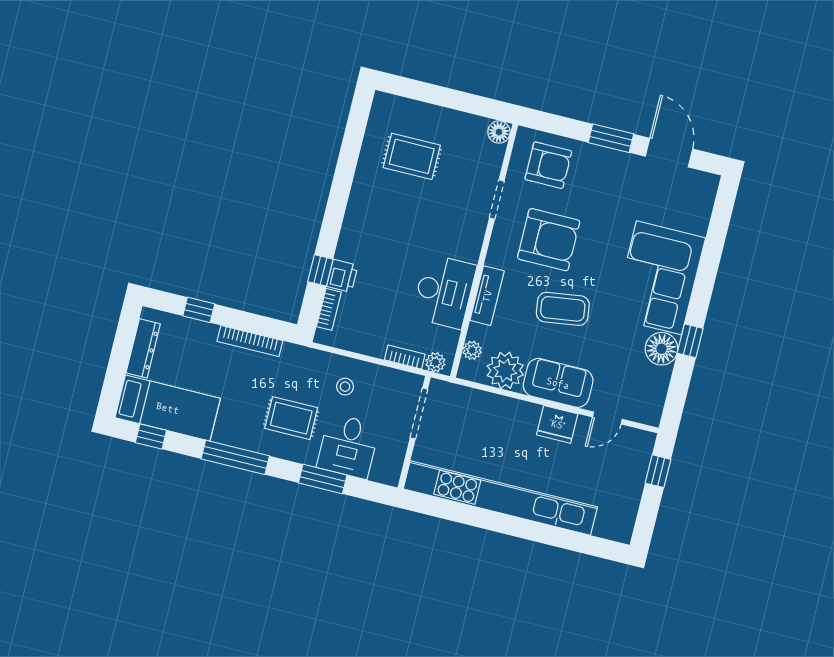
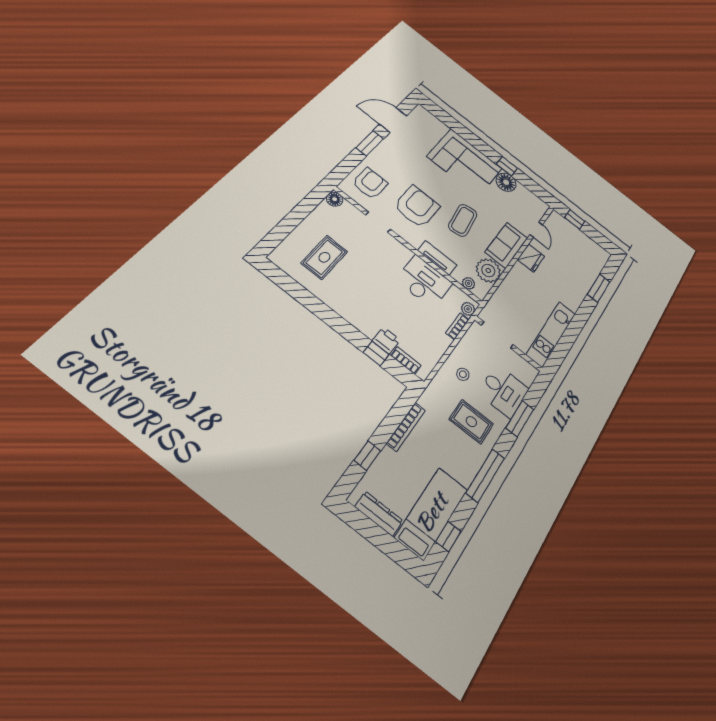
rug: (291, 418) -> (471, 422), turned 90
kitchen unit: (500, 498) -> (551, 334), width x0.54
window: (563, 538) -> (599, 288), added

